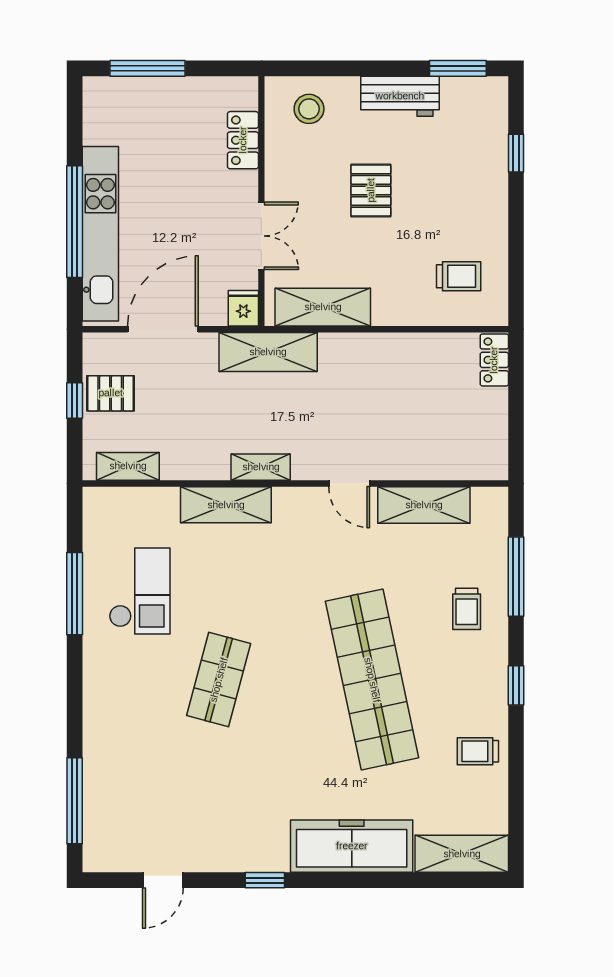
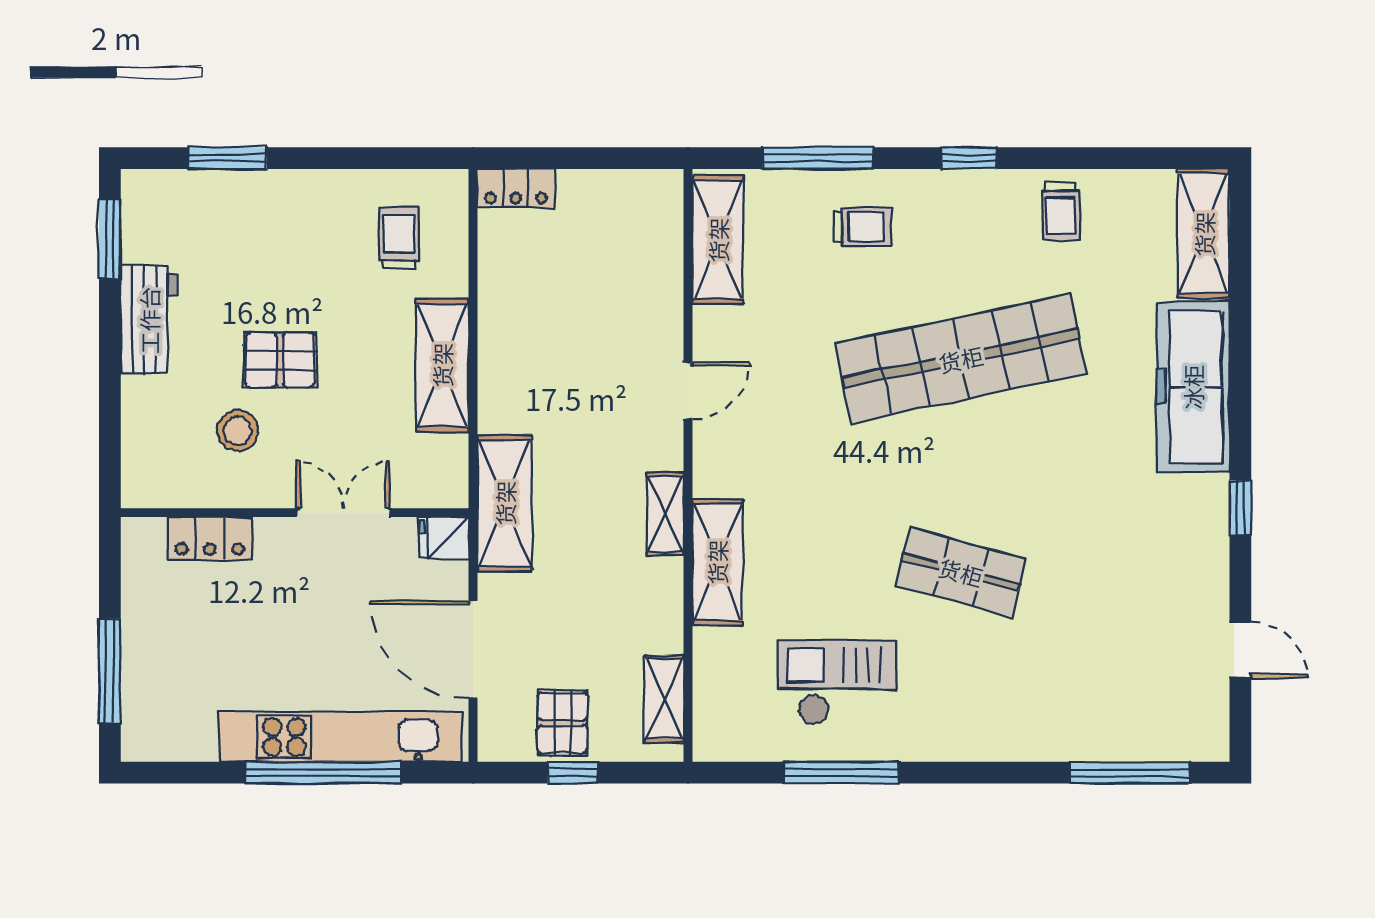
stool: (309, 109) -> (238, 431), moved
window: (516, 153) -> (228, 158), width x1.50
shelving: (323, 307) -> (442, 365), moved
shelving: (424, 505) -> (718, 240), moved

